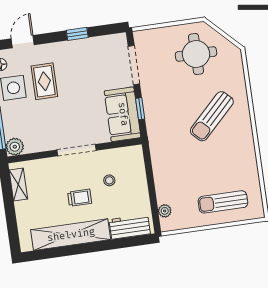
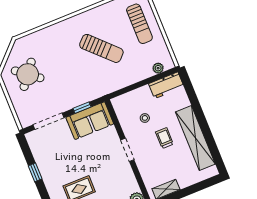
round table: (196, 54) -> (28, 74), turned 38
sun lounger: (212, 116) -> (101, 48), moved
doorway: (77, 150) -> (127, 150), width x0.73
workbench: (130, 227) -> (166, 85), moved, turned -90

